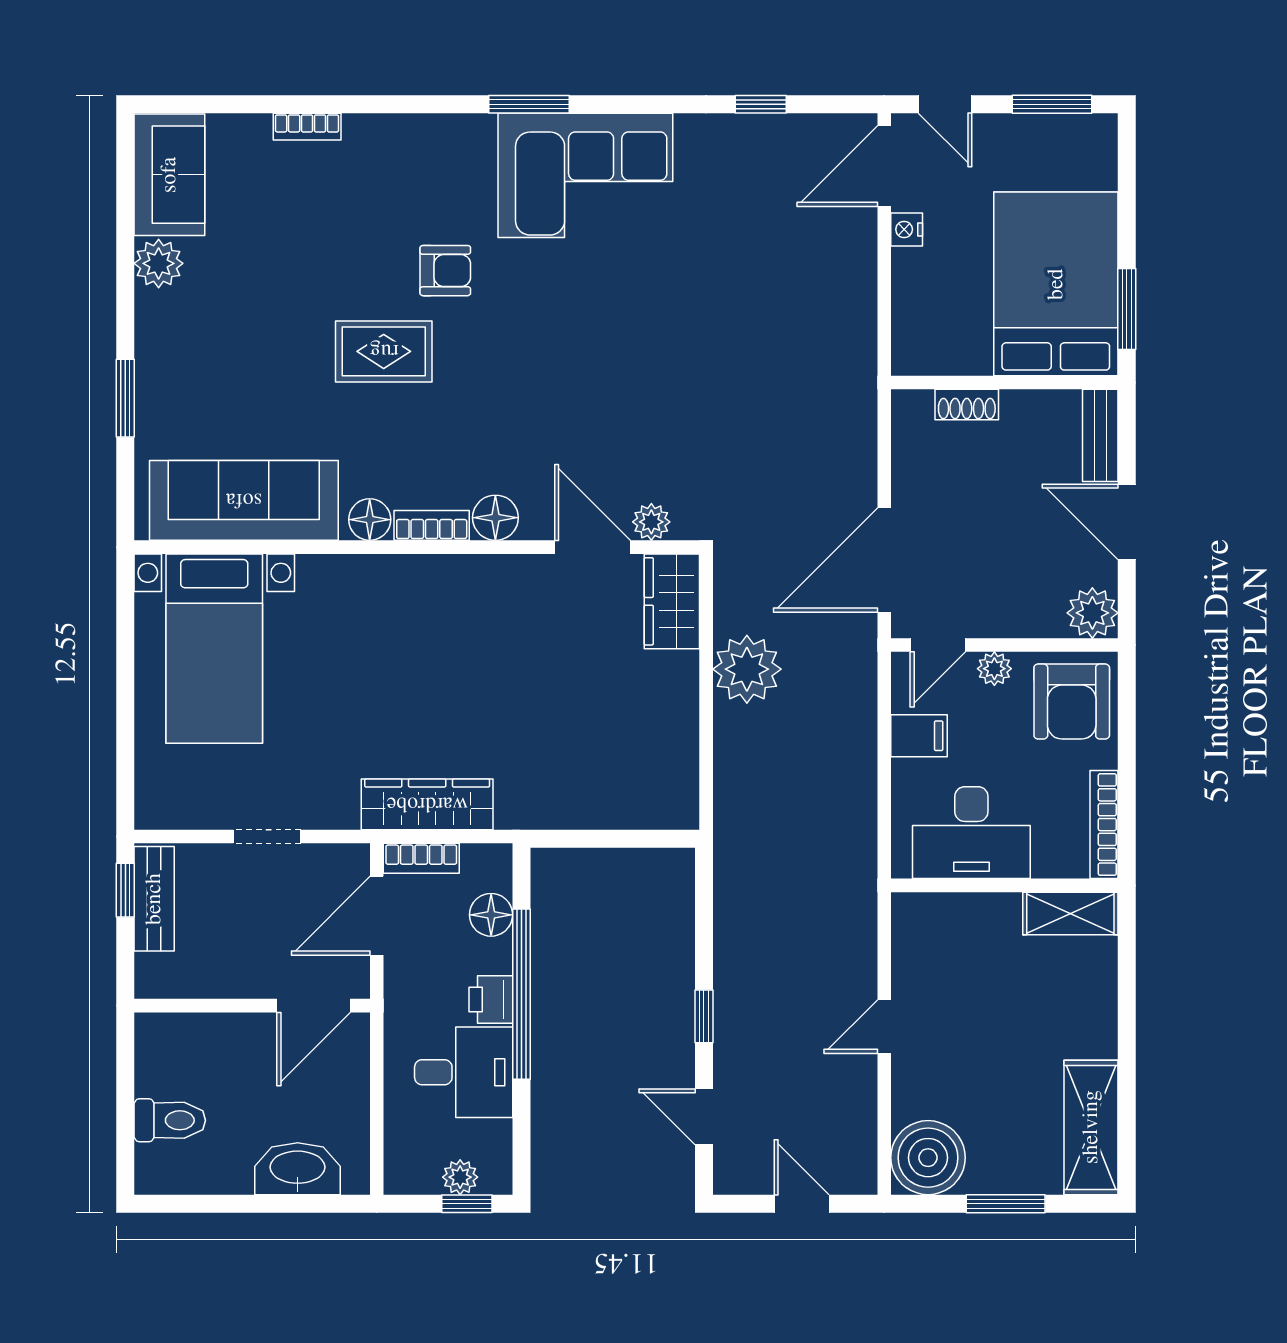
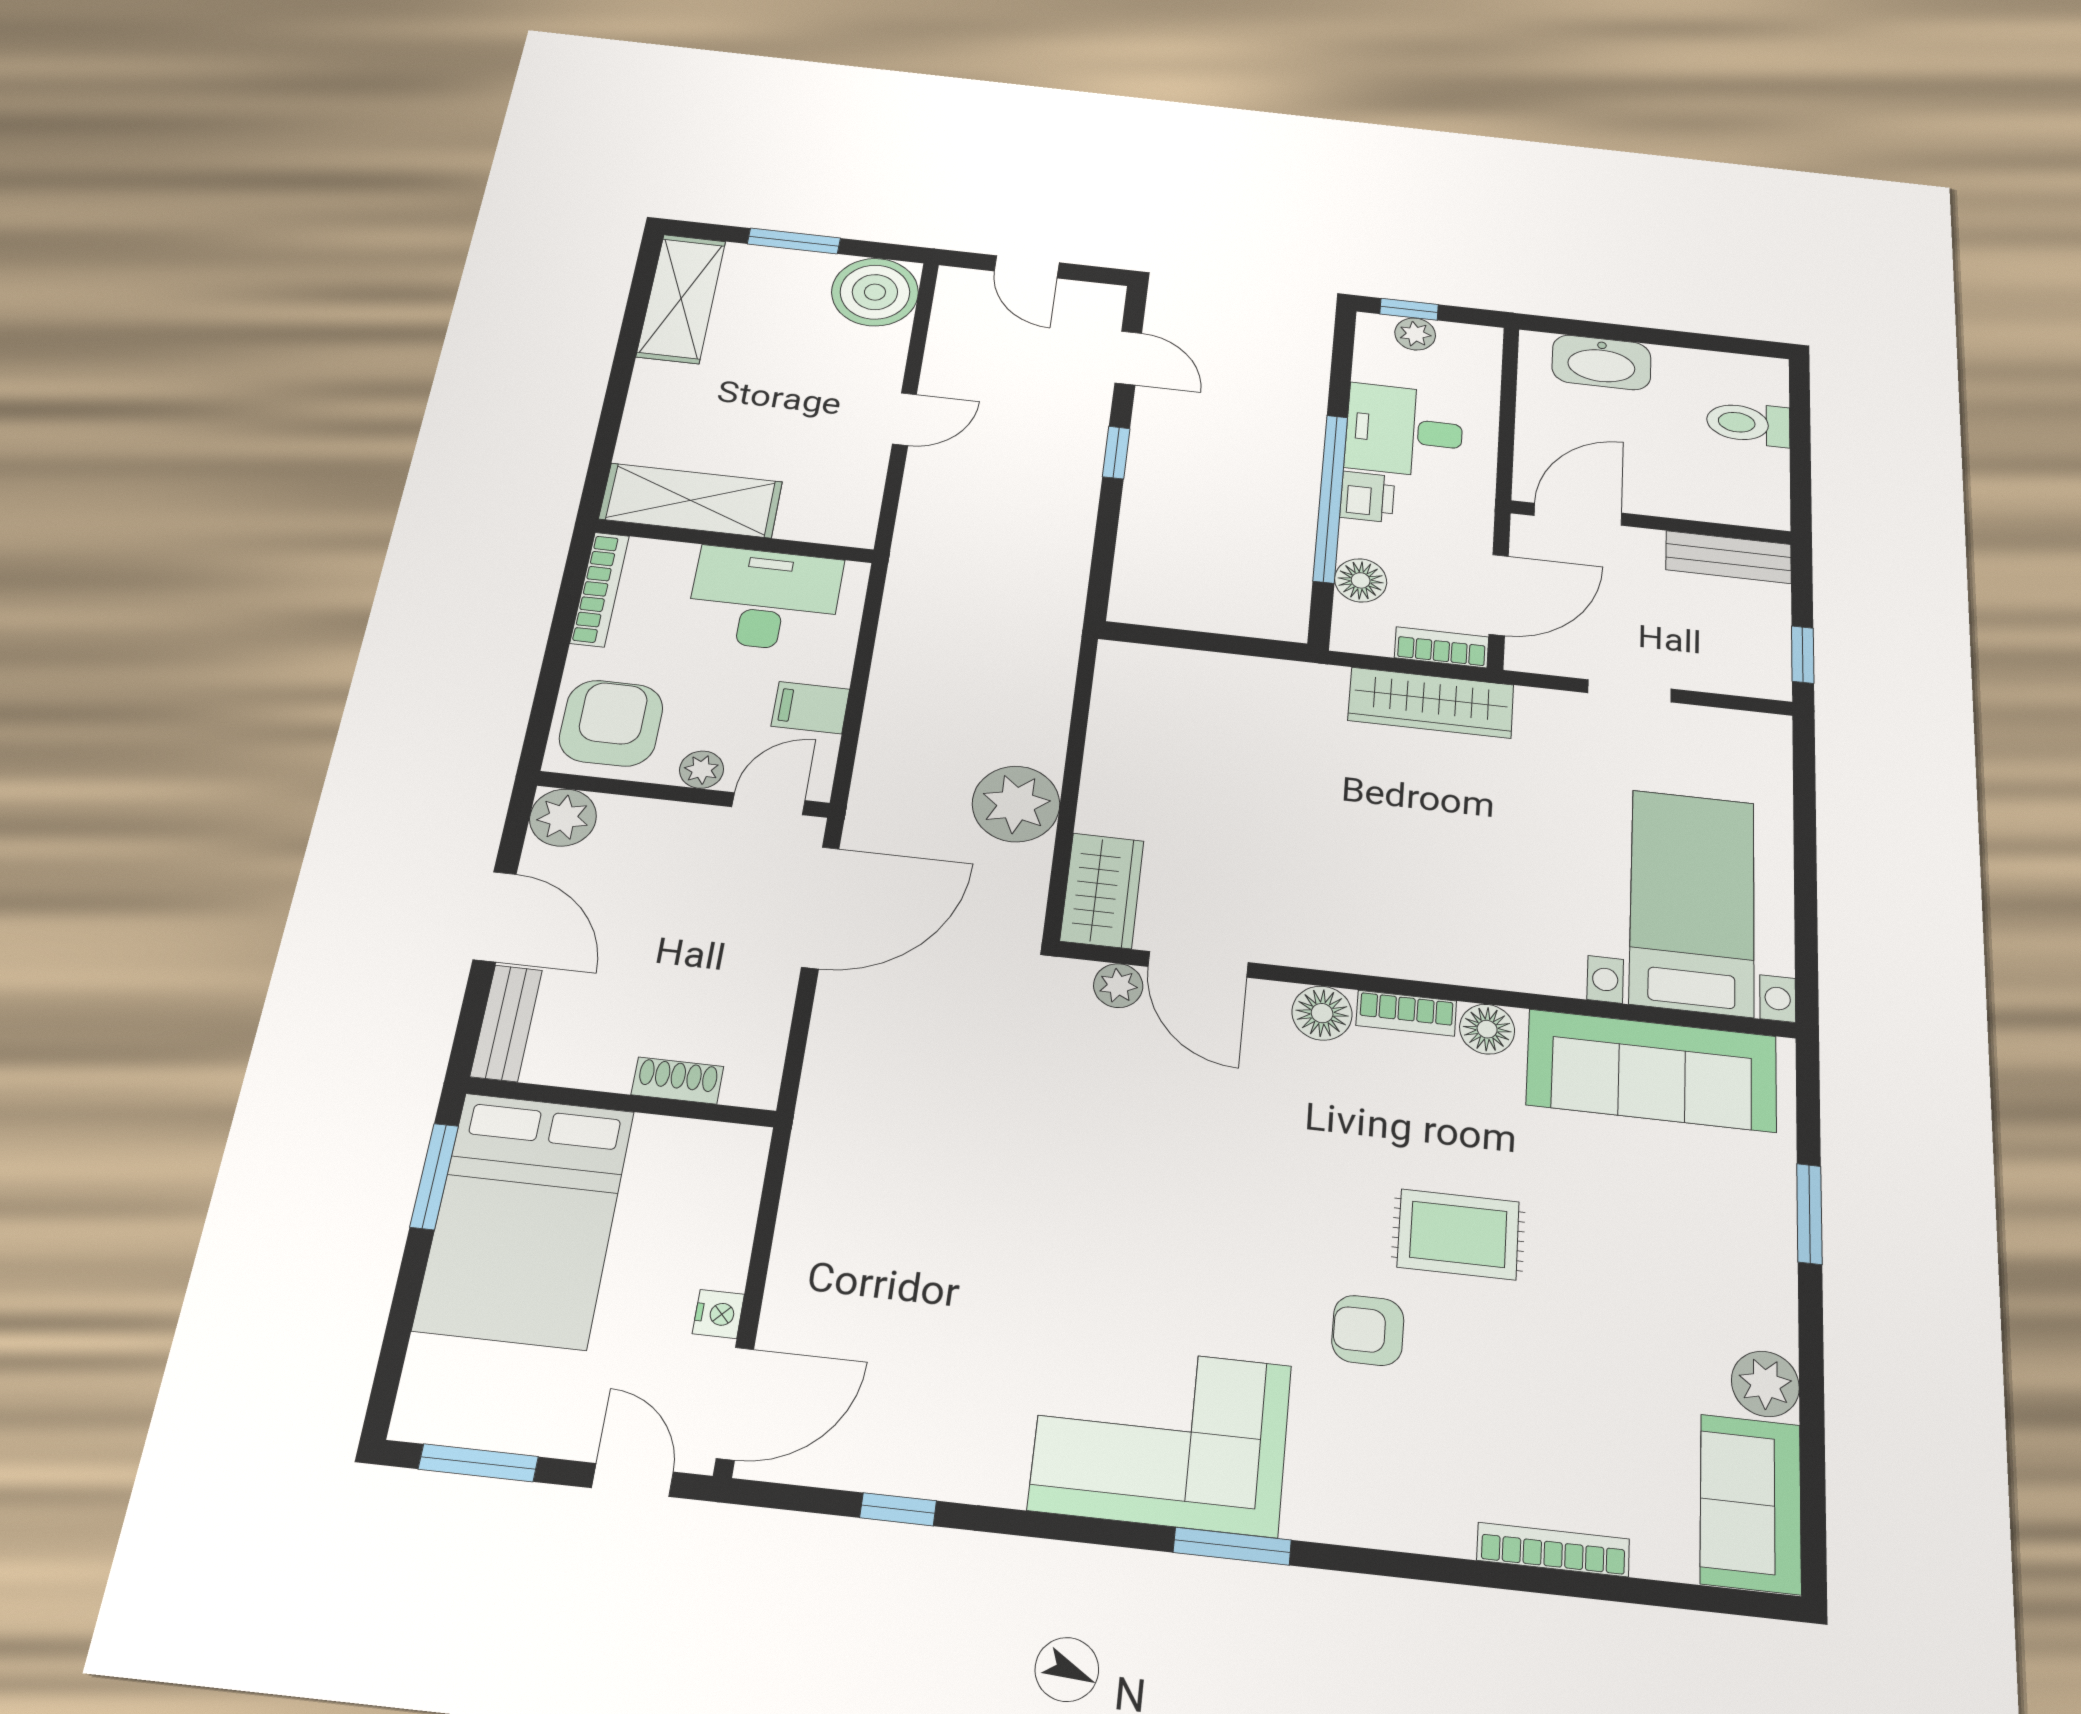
bookcase: (307, 127) -> (1553, 1550), width x1.56
bench: (154, 899) -> (1729, 557), moved, turned 90
shelving: (1070, 913) -> (691, 500), width x1.50, depth x1.33

